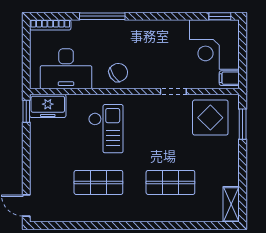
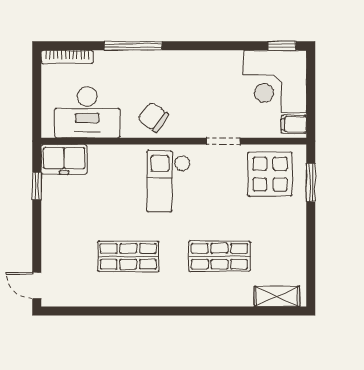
chair: (118, 73) -> (153, 117), turned -111
window: (26, 111) -> (37, 186), moved
checkout: (106, 129) -> (169, 181), moved, turned 180
shelving: (231, 204) -> (277, 296), moved, turned 90

